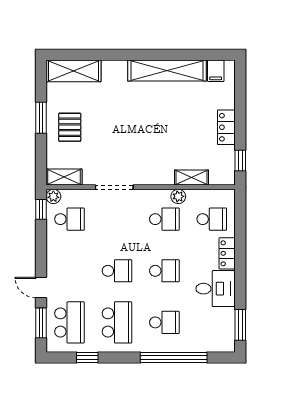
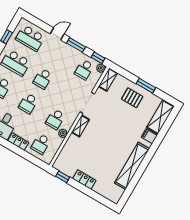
filing cabinet: (216, 71) -> (149, 136), moved
shelving: (192, 177) -> (80, 126), moved
window: (41, 323) -> (76, 45), moved

